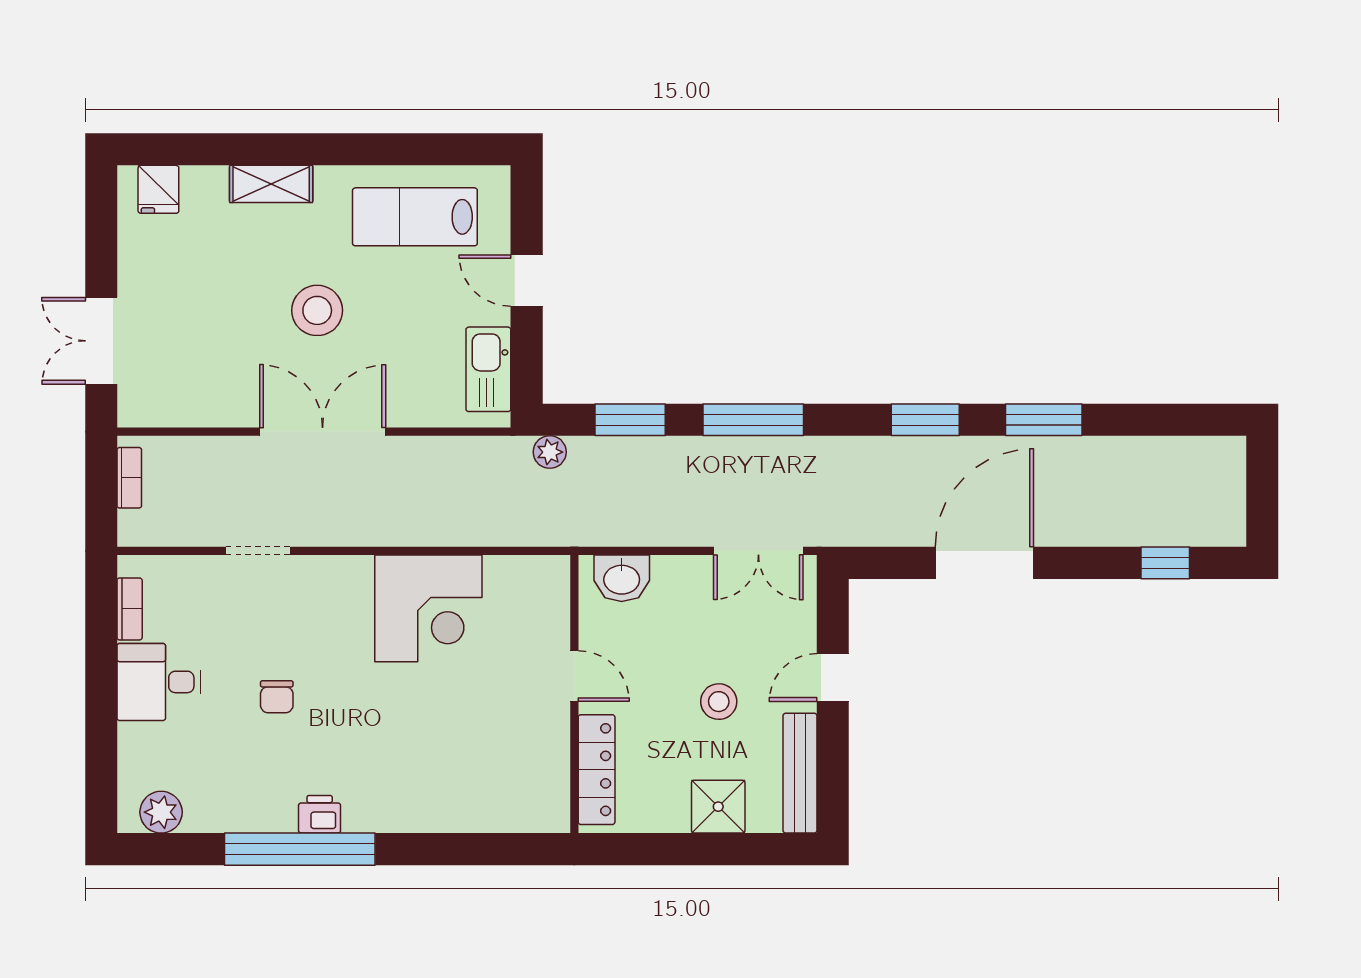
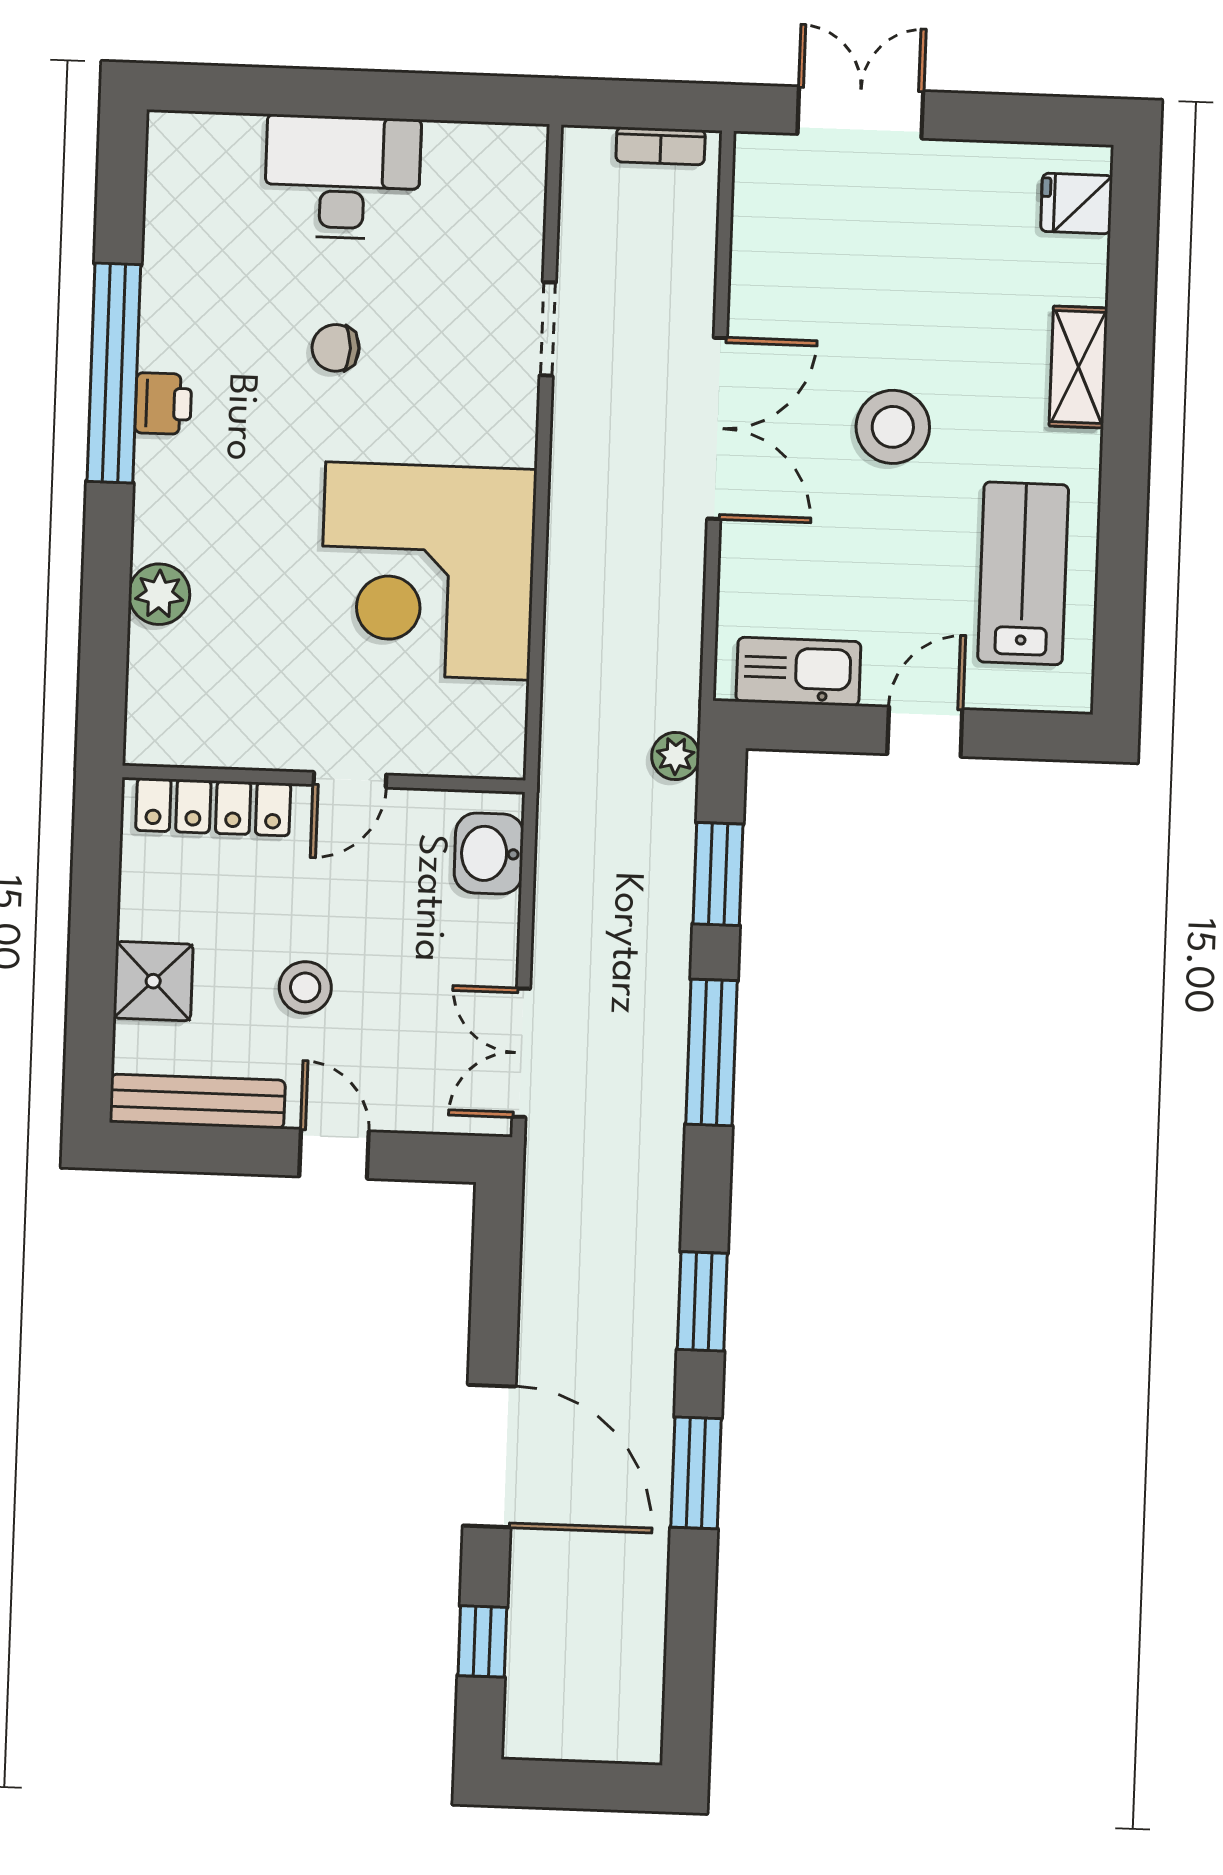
door: (984, 563) -> (489, 1456), moved
corner desk: (428, 608) -> (428, 571), width x1.36, depth x1.36
bookcase: (130, 609) -> (471, 139), removed
desk: (159, 682) -> (342, 177), width x1.37
plant: (161, 812) -> (159, 594), moved

